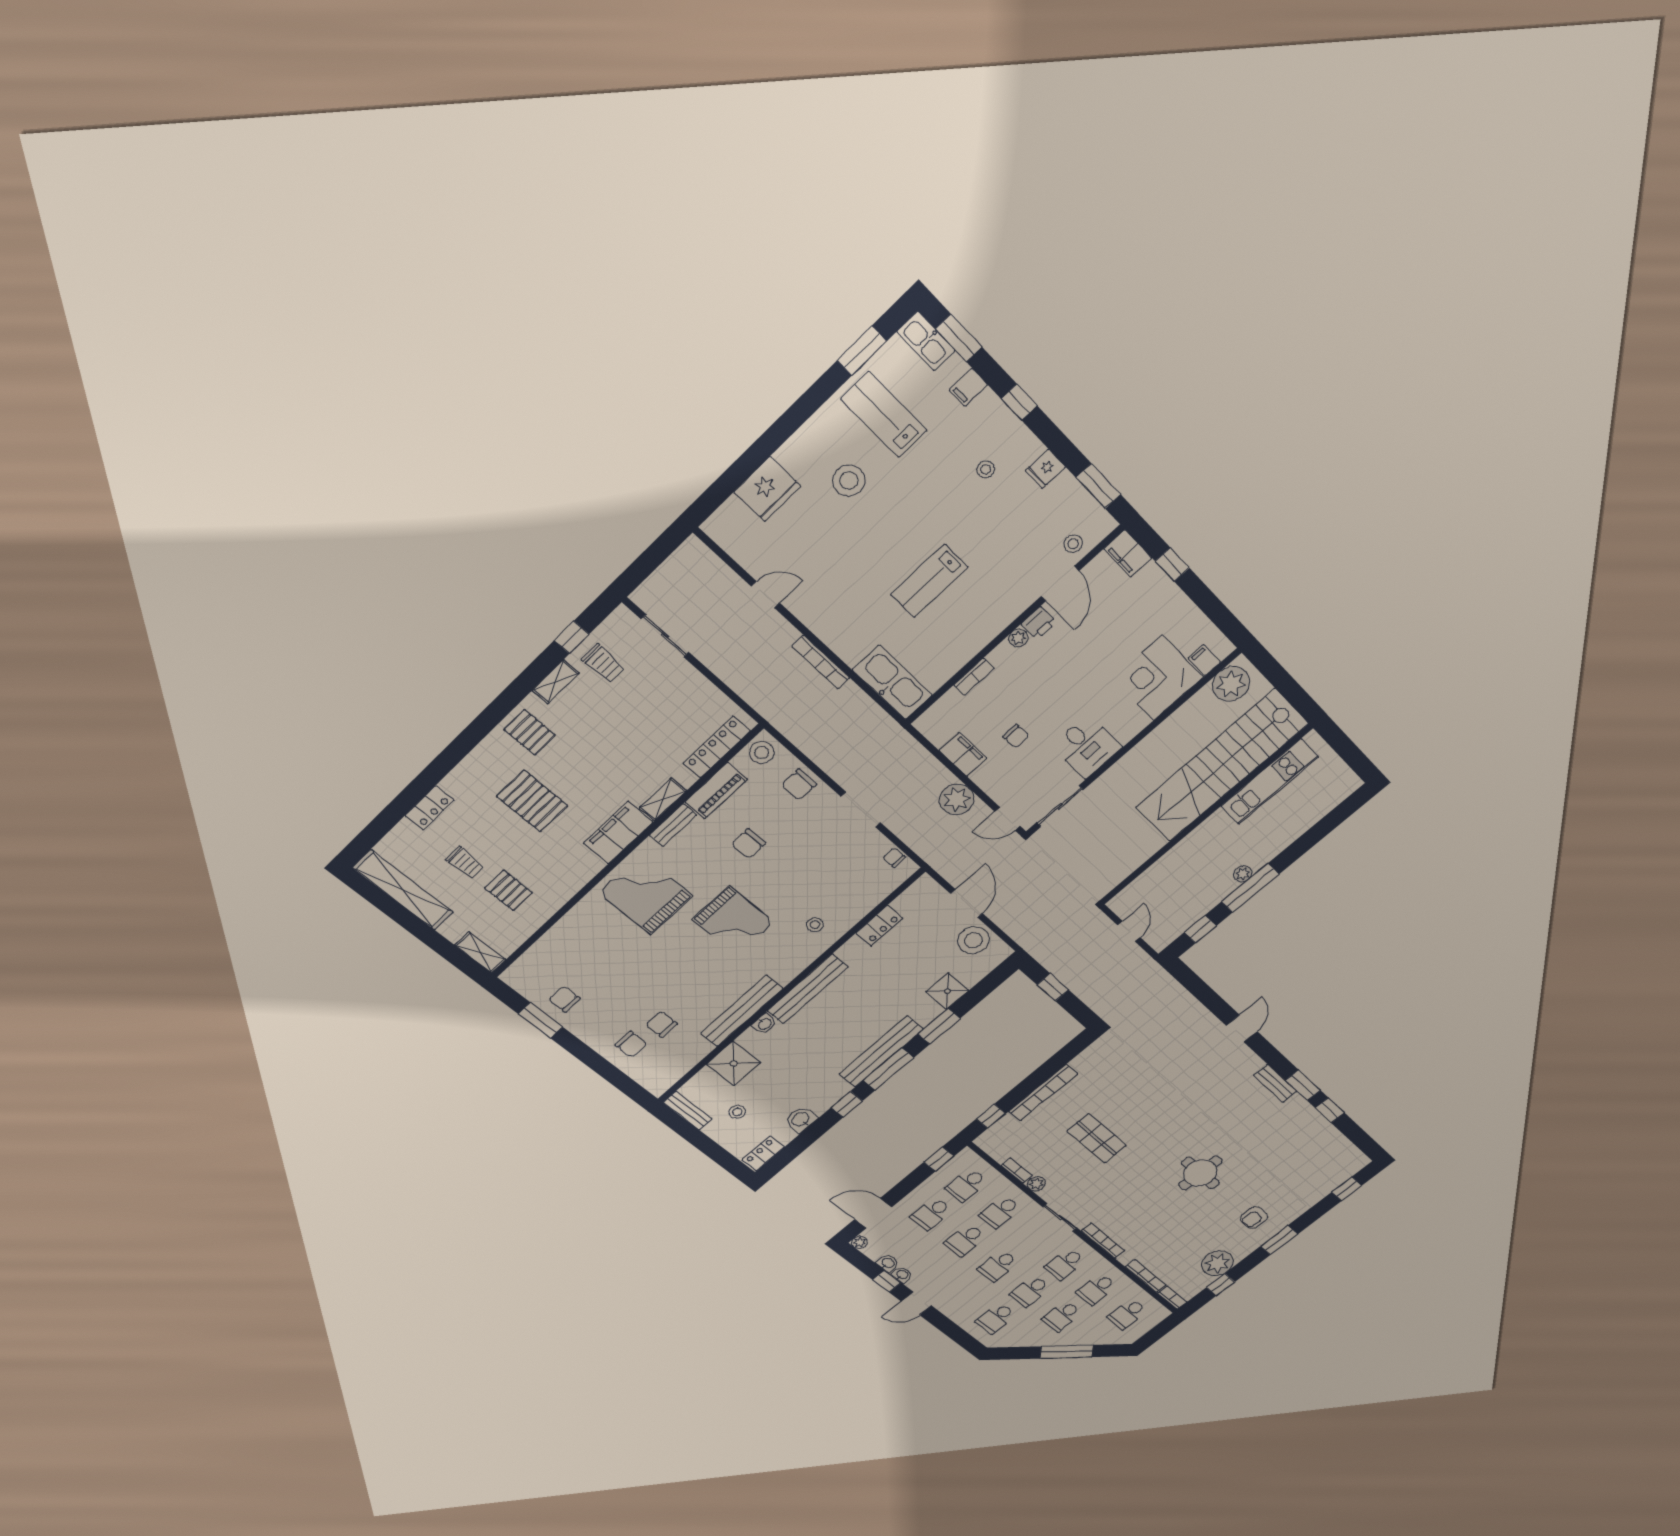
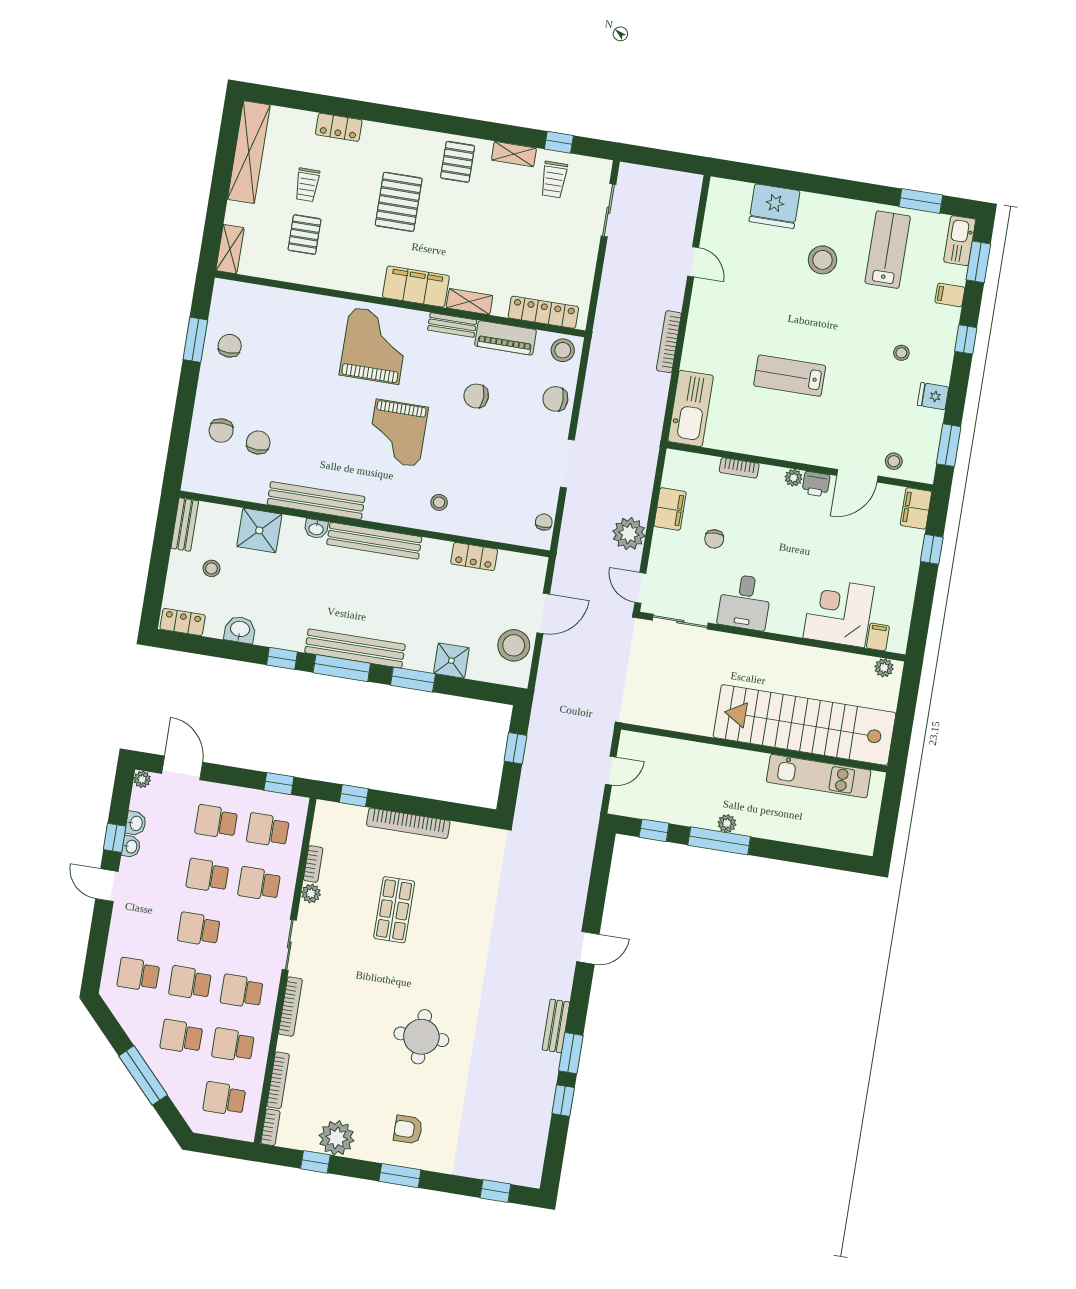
plant: (1231, 684) -> (884, 668), width x0.53, depth x0.53

